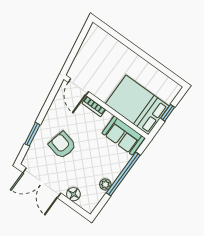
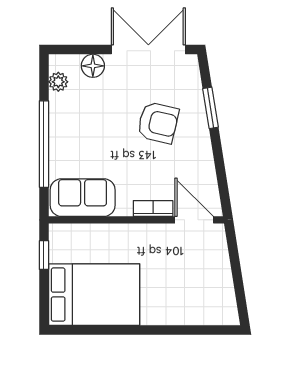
bed: (137, 105) -> (94, 295), moved
window: (168, 113) -> (44, 255), moved
plant: (105, 185) -> (58, 82), moved

